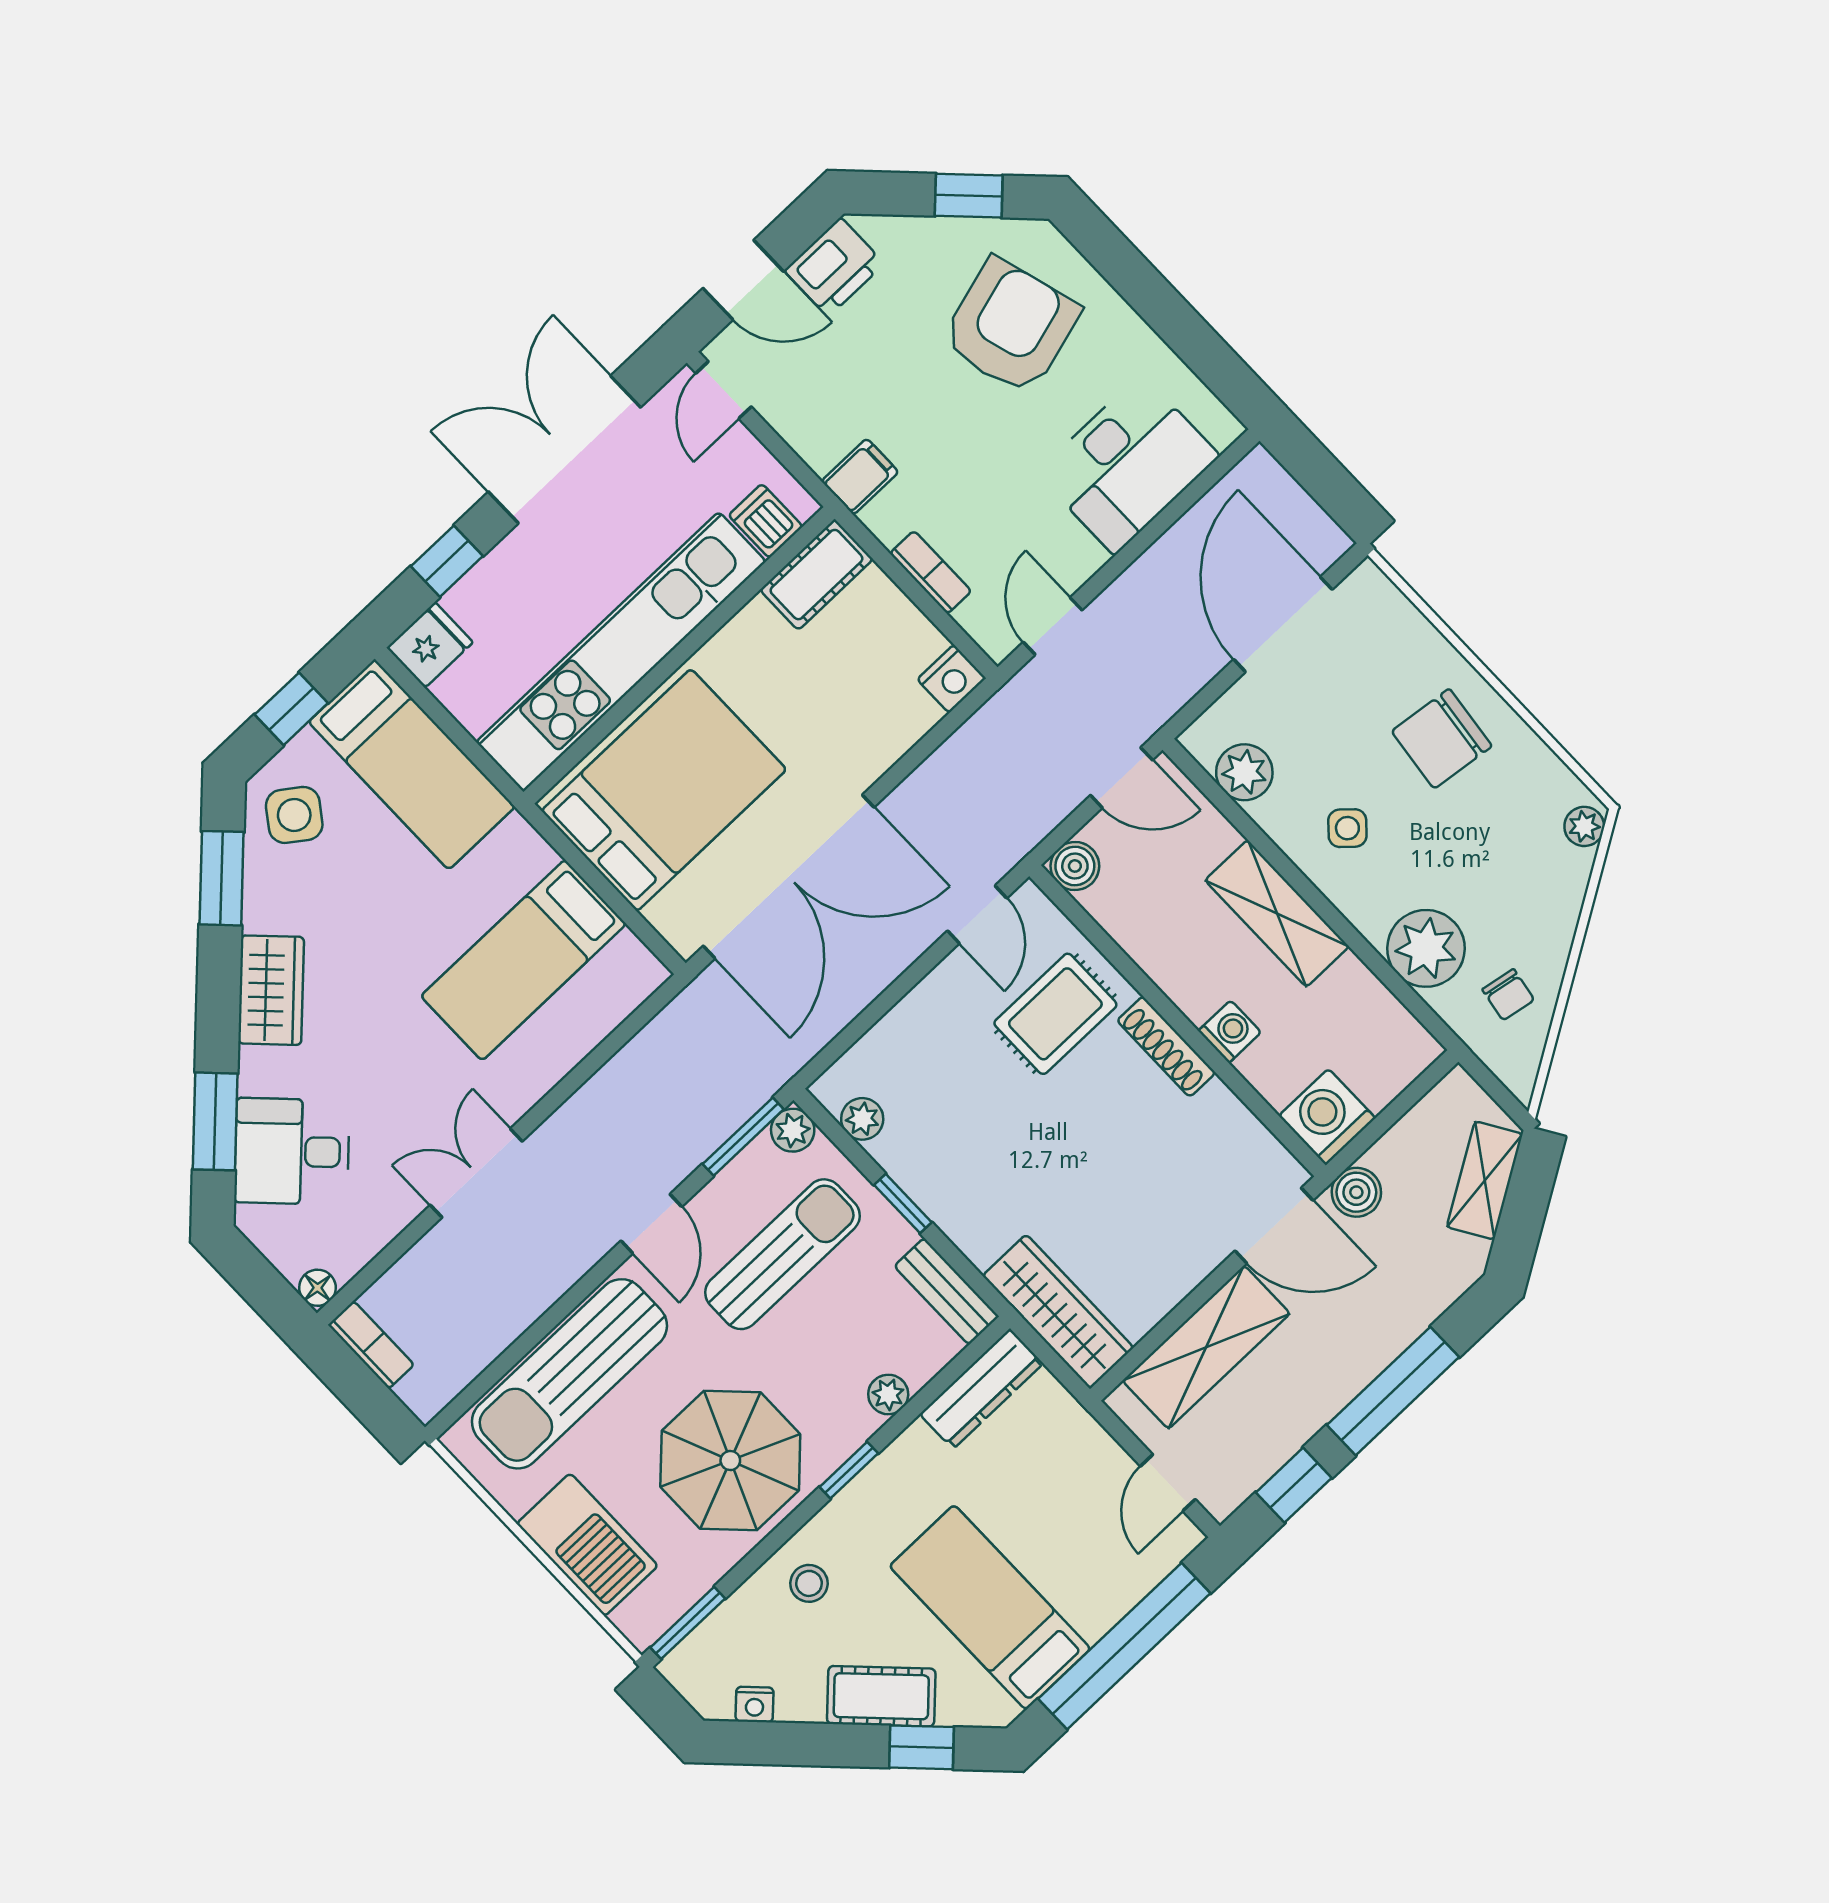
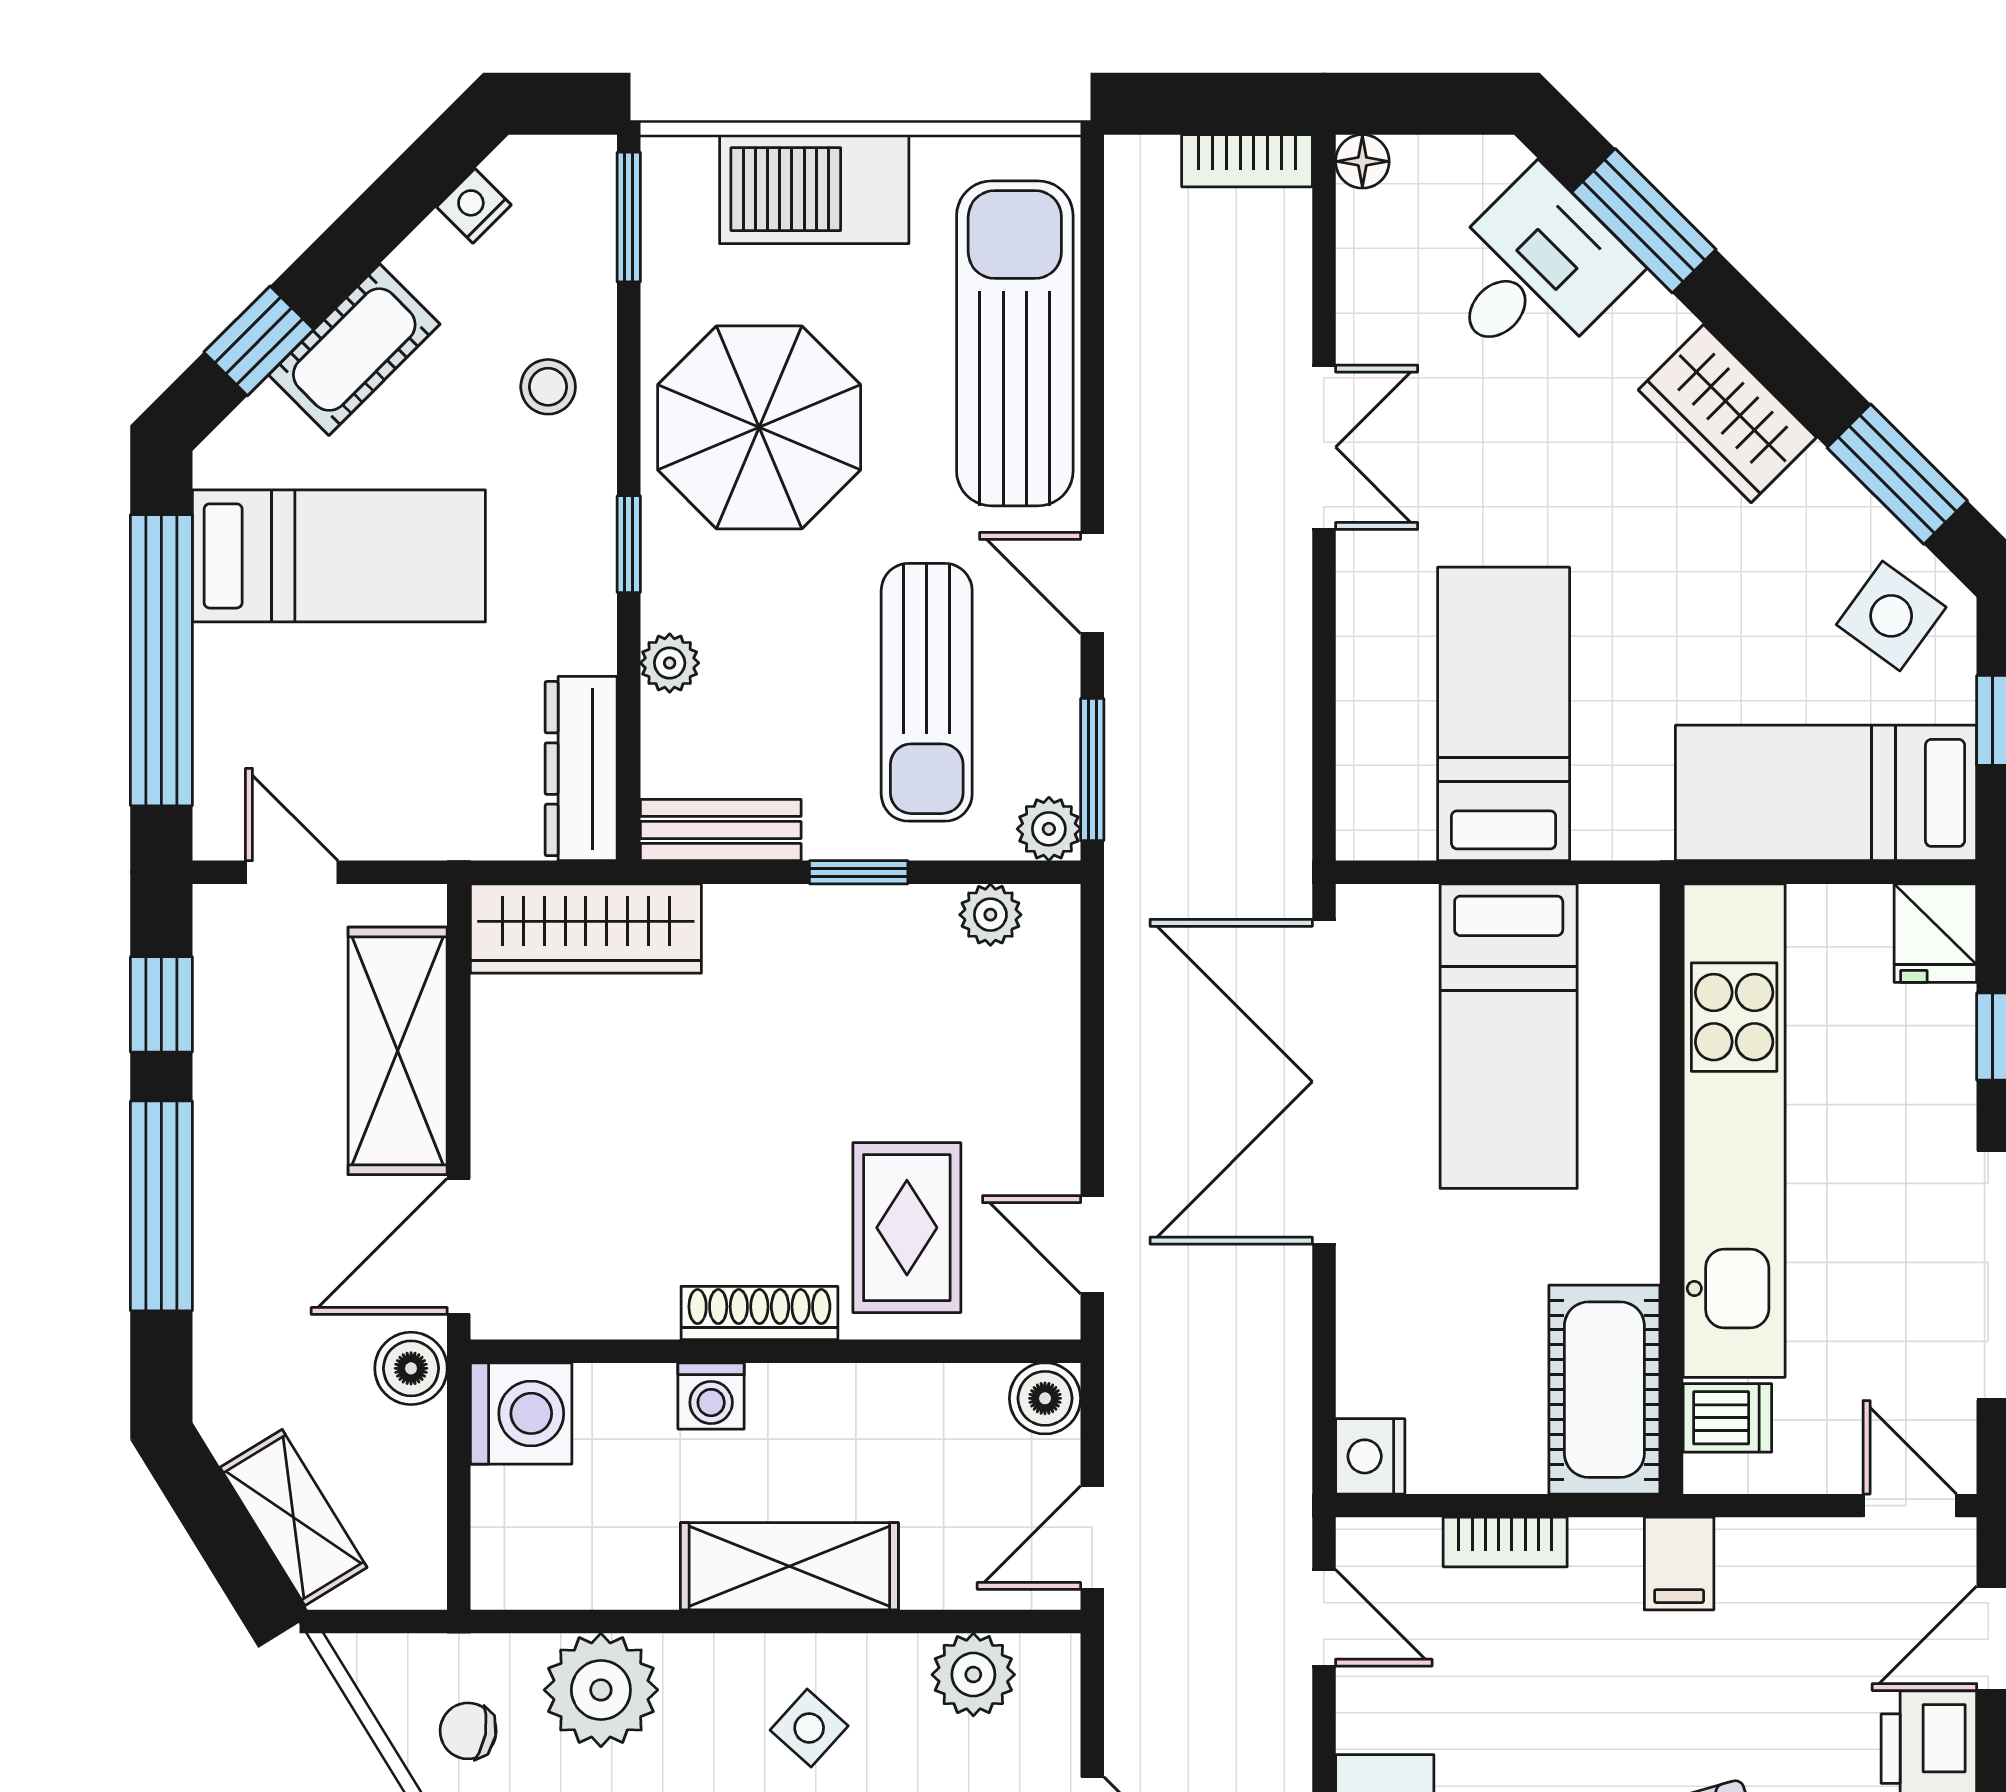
cot: (816, 575) -> (1604, 1390), width x1.37, depth x1.34
bed: (664, 790) -> (1509, 1036), width x0.67

